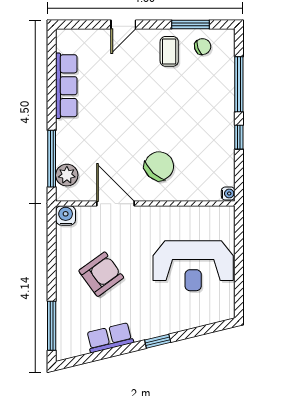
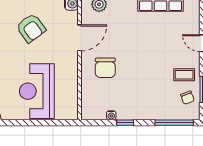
window: (239, 84) -> (174, 123), moved
chair: (159, 166) -> (105, 68), turned 47
water cooler: (228, 194) -> (111, 115), moved

